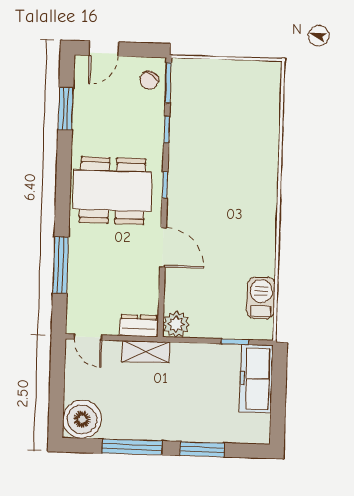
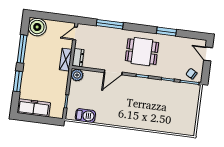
window: (66, 109) -> (166, 32), moved
dining table: (112, 191) -> (142, 52), width x0.73
freezer: (256, 379) -> (34, 108), moved

